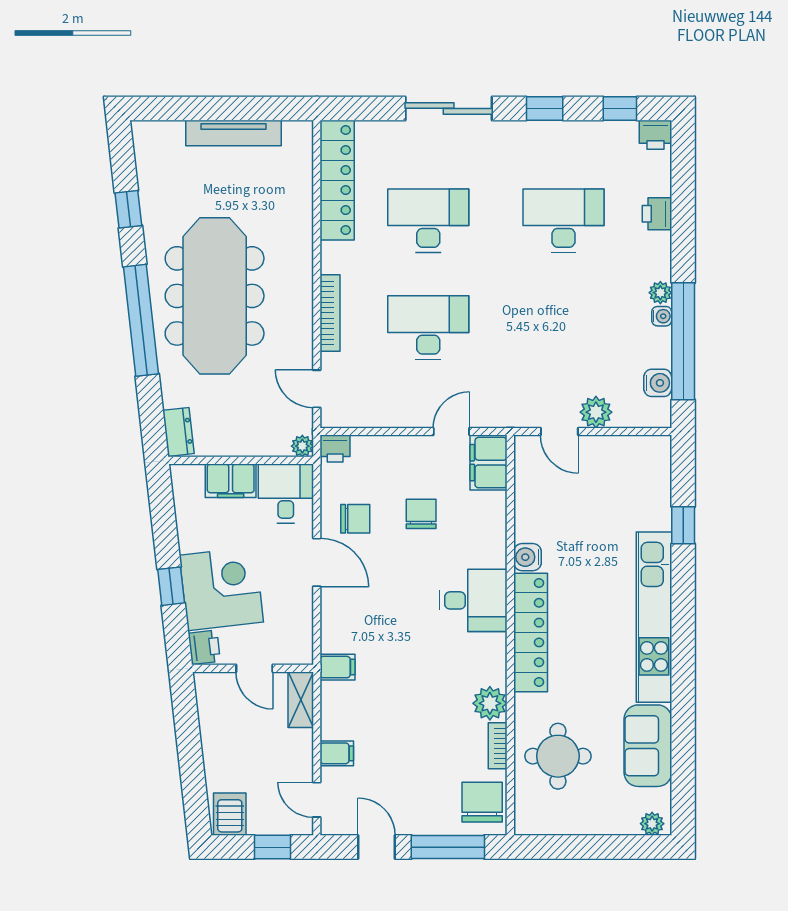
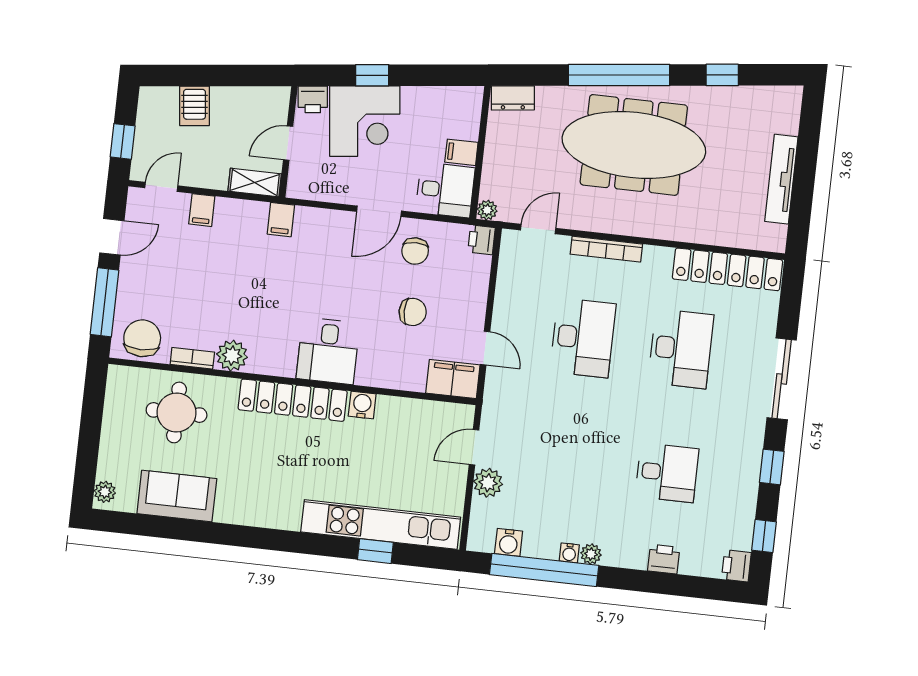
desk: (563, 221) -> (667, 473), width x0.73
filing cabinet: (231, 481) -> (461, 152), width x0.50
kitchen unit: (654, 617) -> (381, 525), moved
chair: (482, 802) -> (142, 338), turned -90
server rack: (230, 814) -> (195, 106), moved, turned 84

